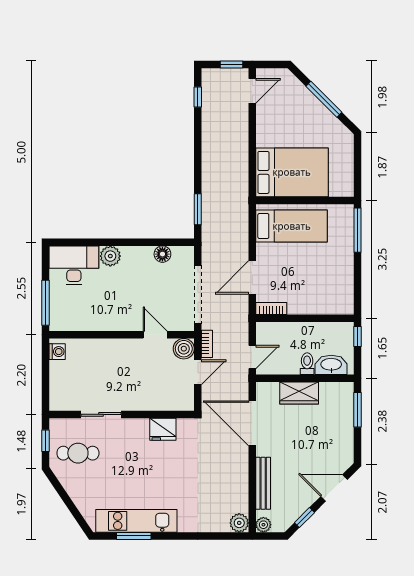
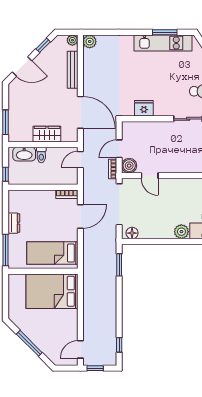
floor lamp: (162, 254) -> (132, 233), moved
dresser: (346, 268) -> (14, 223), added

